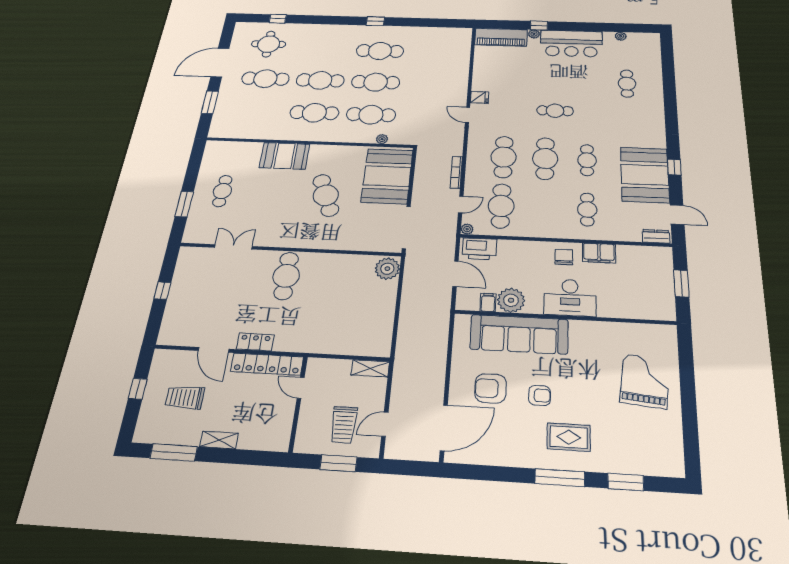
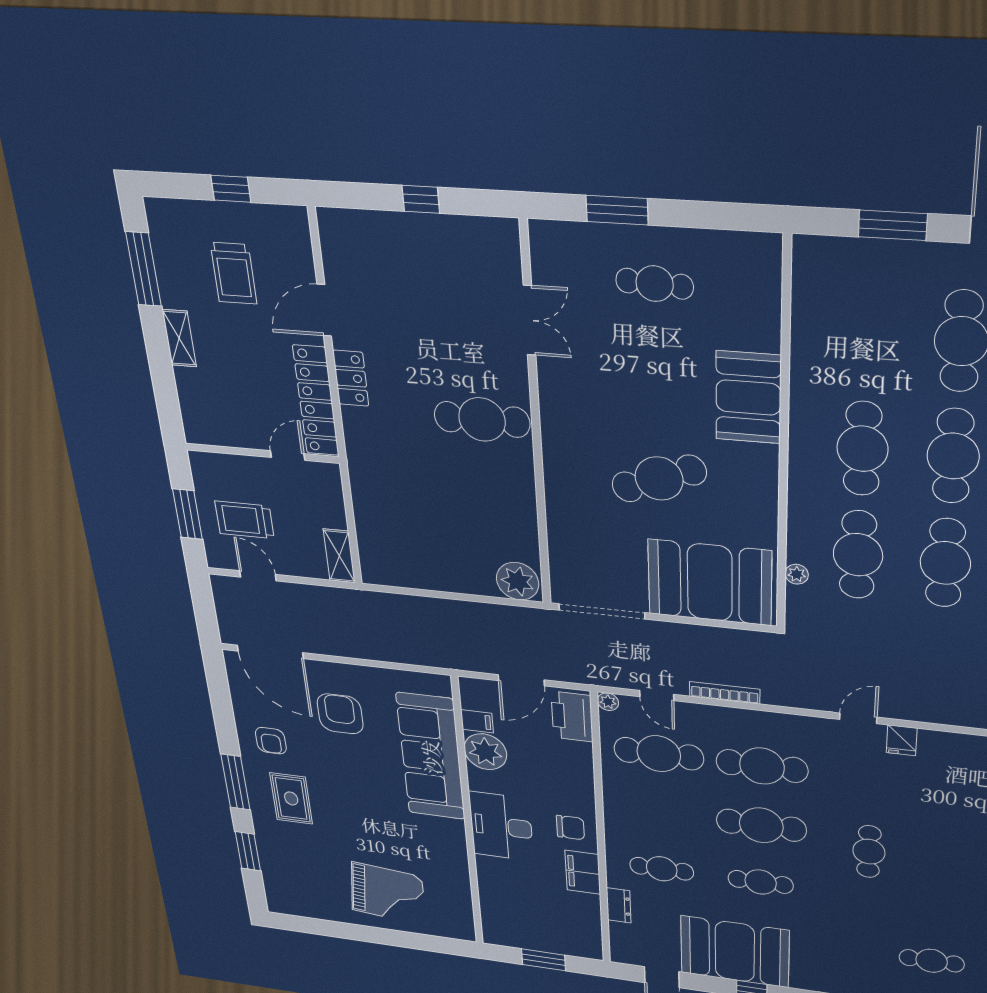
dresser: (656, 236) -> (619, 905), moved
armchair: (540, 395) -> (271, 741), moved
trolley: (185, 397) -> (234, 273), turned 180

